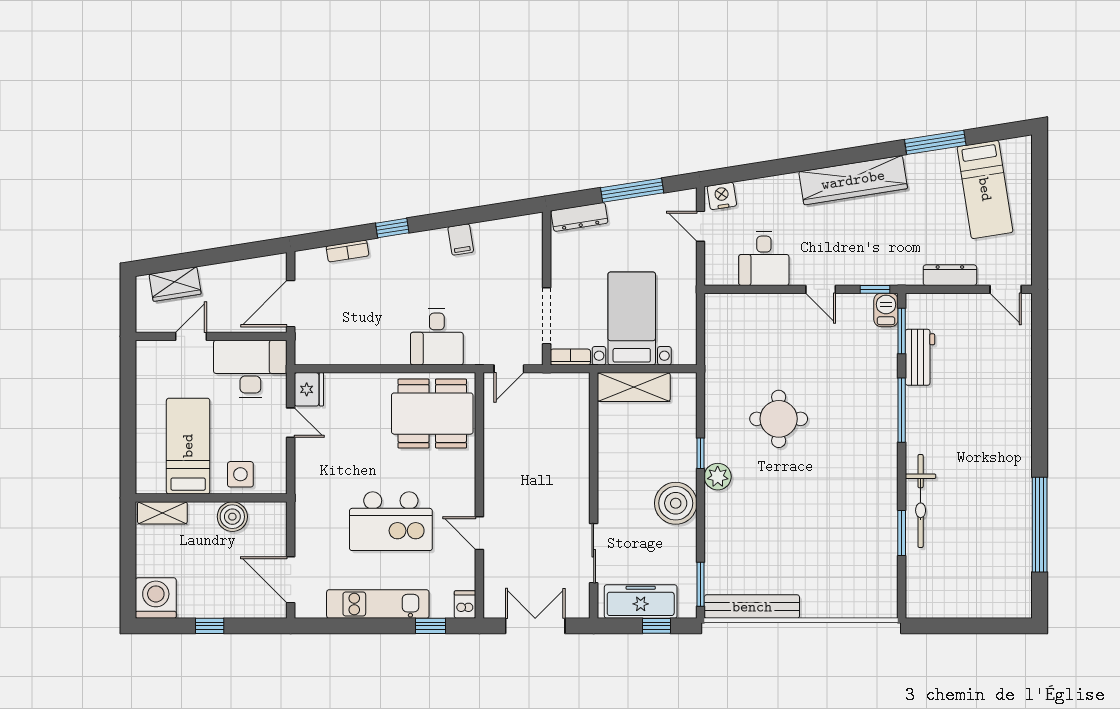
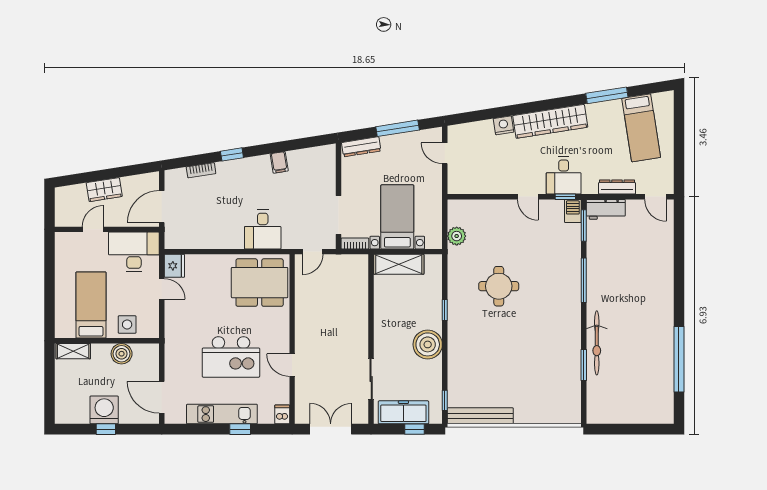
nightstand: (722, 196) -> (504, 125), moved
desk: (764, 259) -> (564, 176), moved
wardrobe: (175, 284) -> (104, 190), moved
workbench: (920, 357) -> (606, 209), moved, turned 90
plant: (718, 477) -> (457, 236), moved
window: (701, 584) -> (445, 400), width x0.67
washing machine: (156, 598) -> (104, 410), moved
window: (430, 626) -> (240, 429), moved

